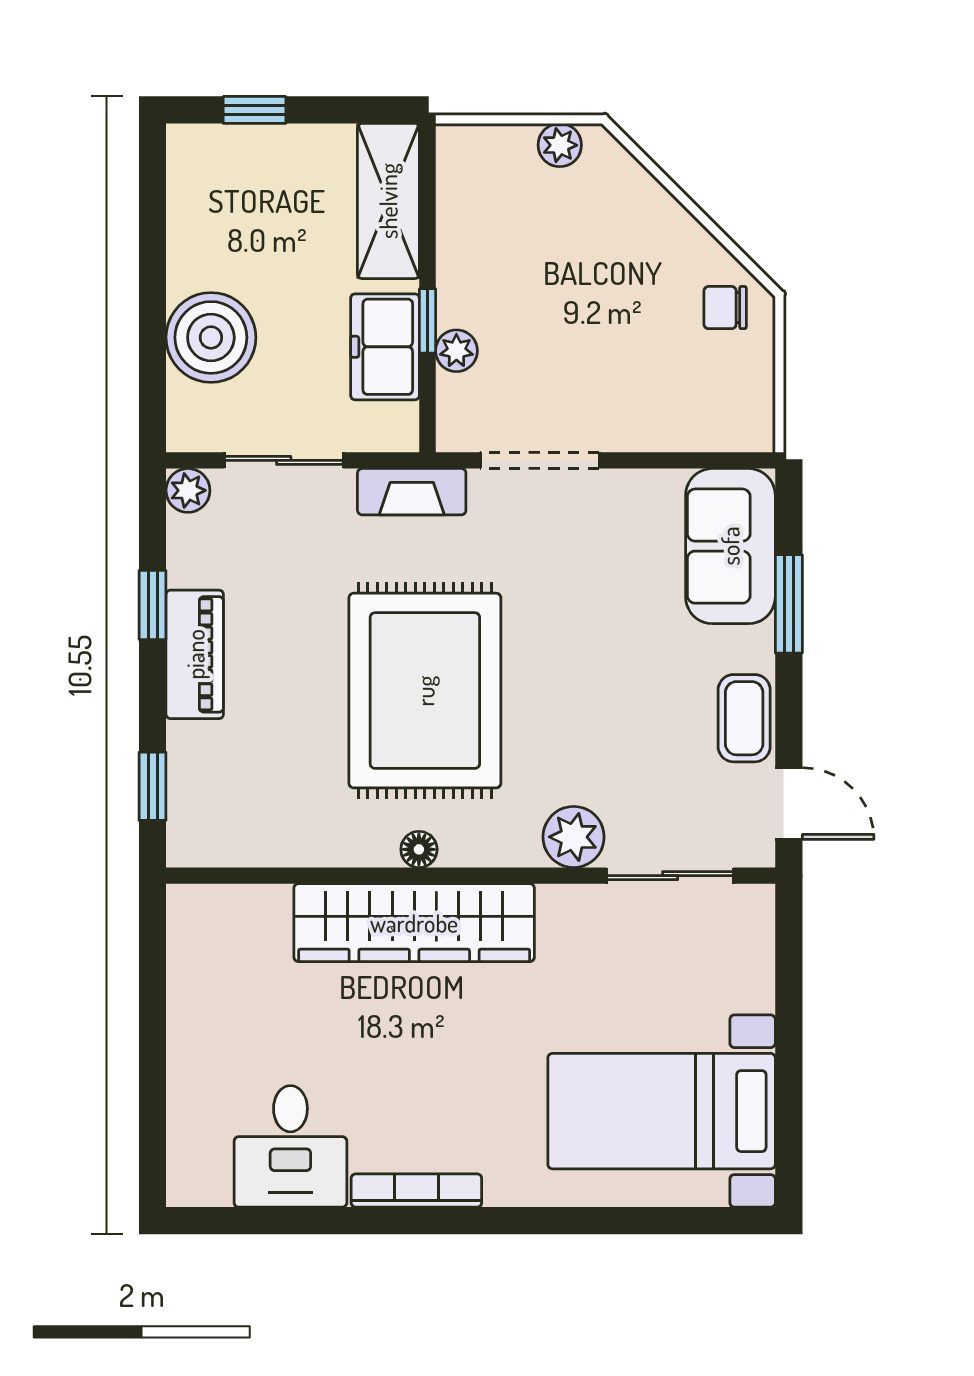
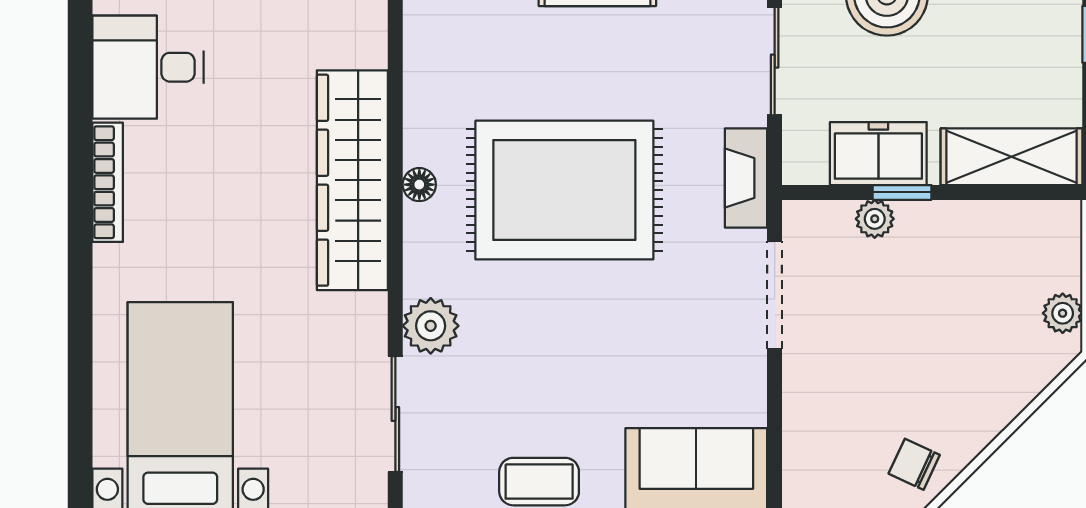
chair: (725, 308) -> (914, 464), turned -65

